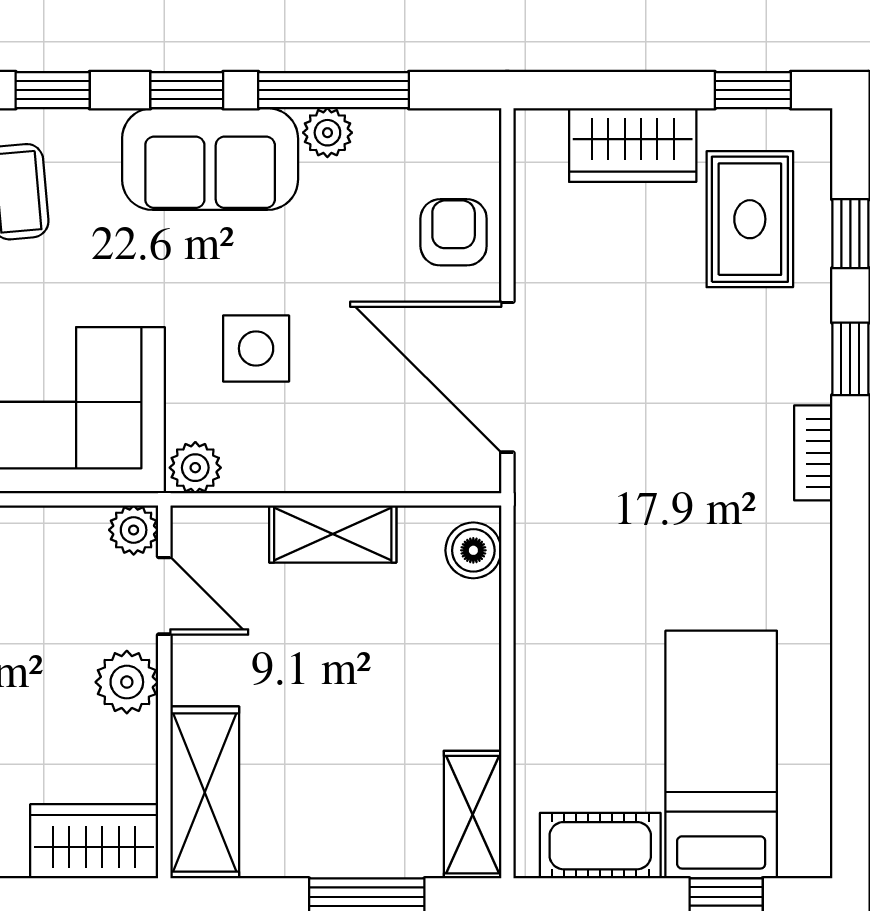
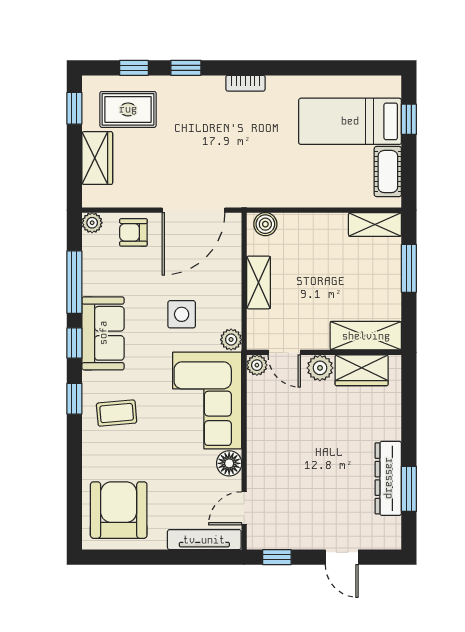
plant: (327, 133) -> (92, 223), moved
bookcase: (813, 453) -> (246, 83), moved
door: (164, 596) -> (284, 352), swing flipped
wardrobe: (94, 841) -> (362, 370), moved, turned -90

